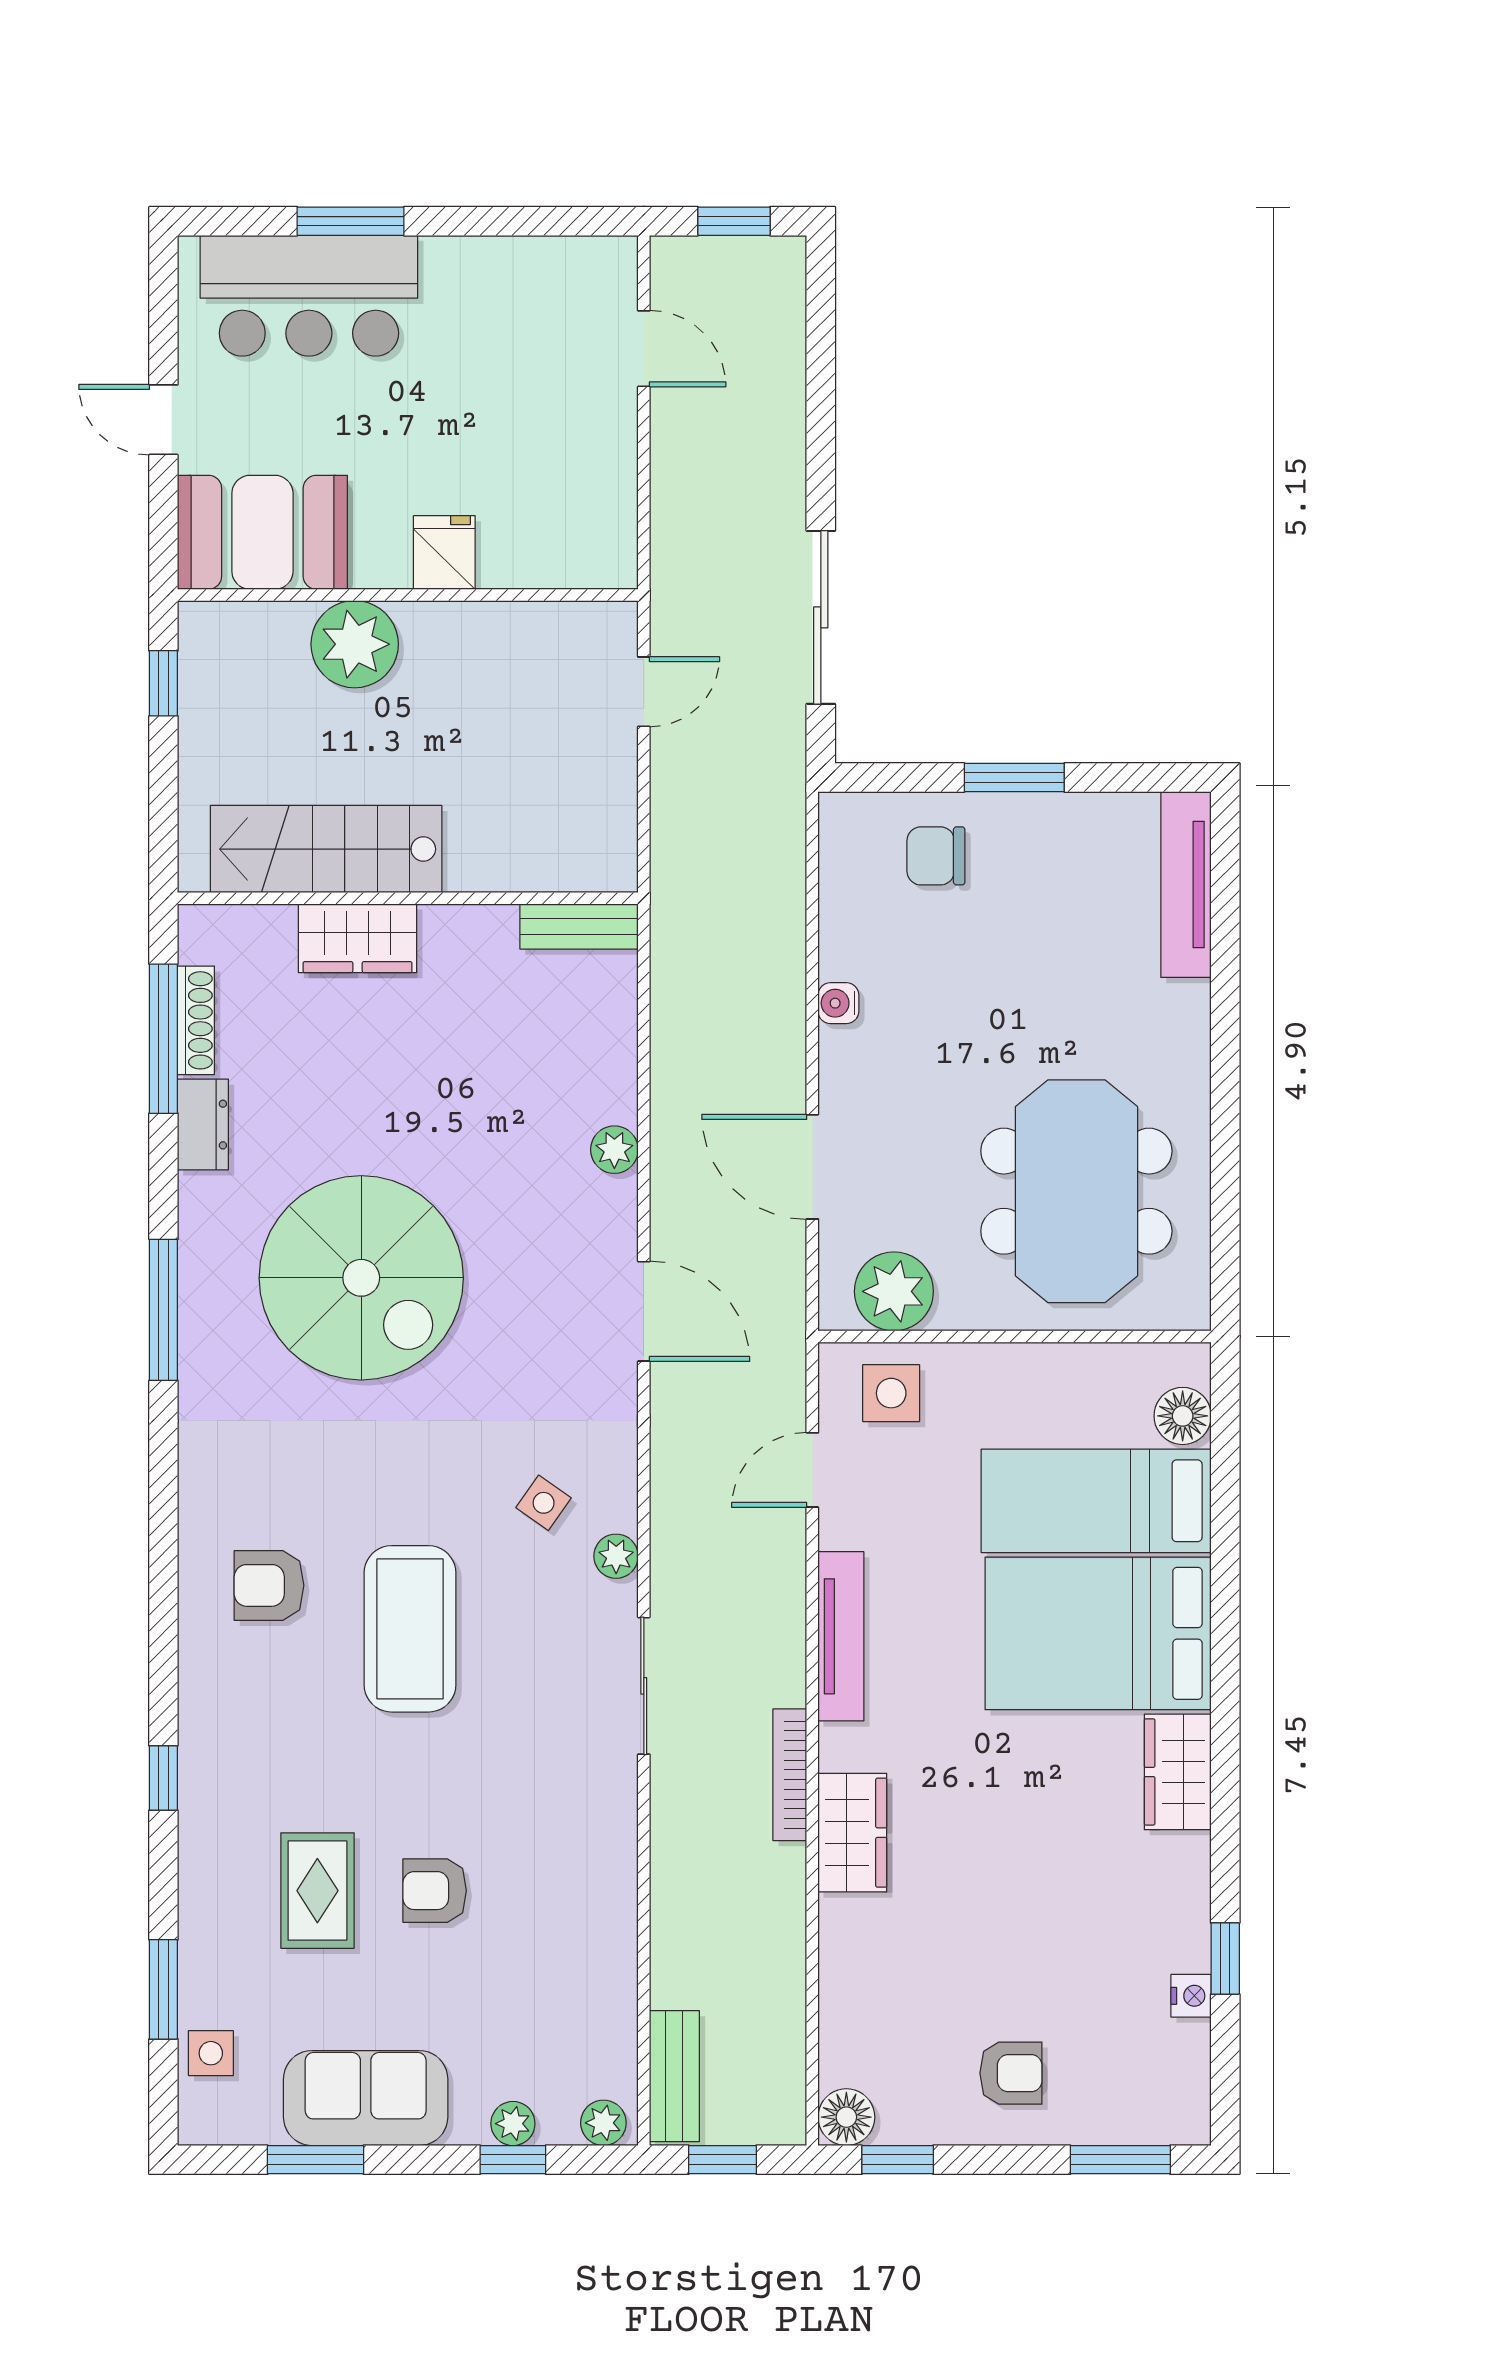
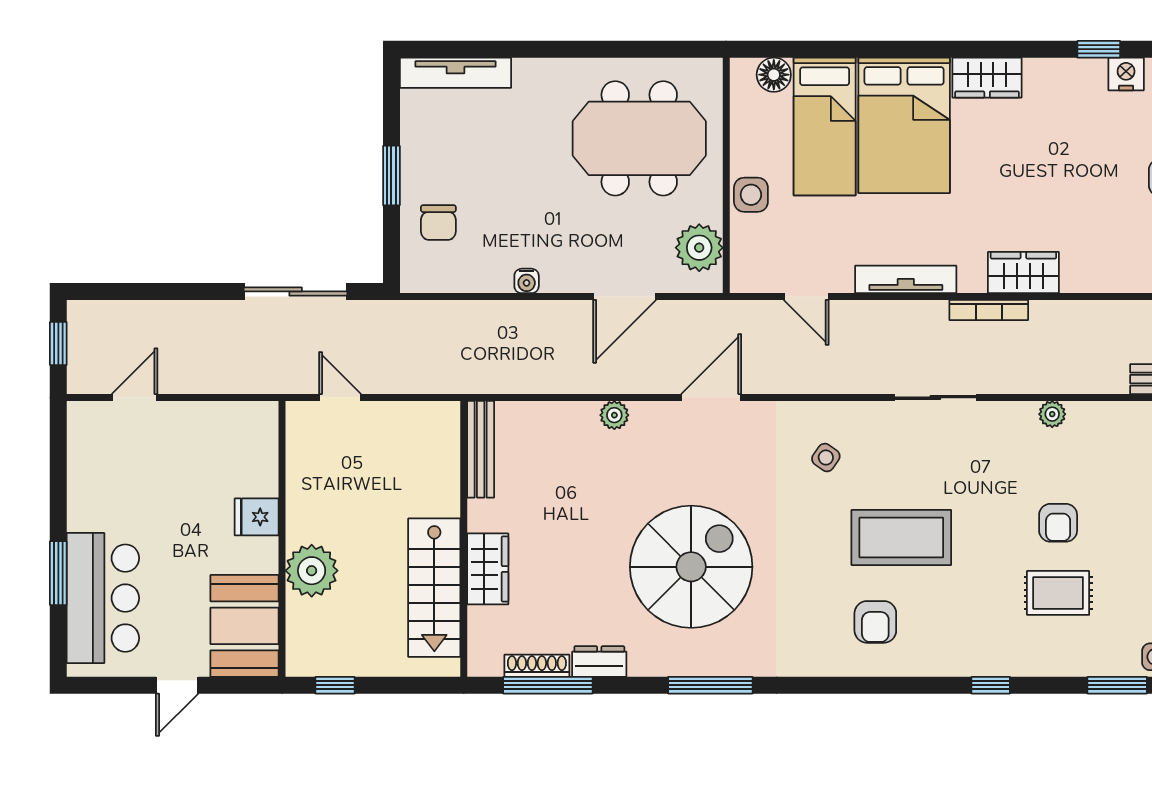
bench: (579, 926) -> (481, 449), width x1.36
side table: (891, 1393) -> (751, 195), moved
plant: (616, 1556) -> (1052, 414), moved
nightstand: (1191, 1996) -> (1126, 74), width x1.39, depth x1.35

